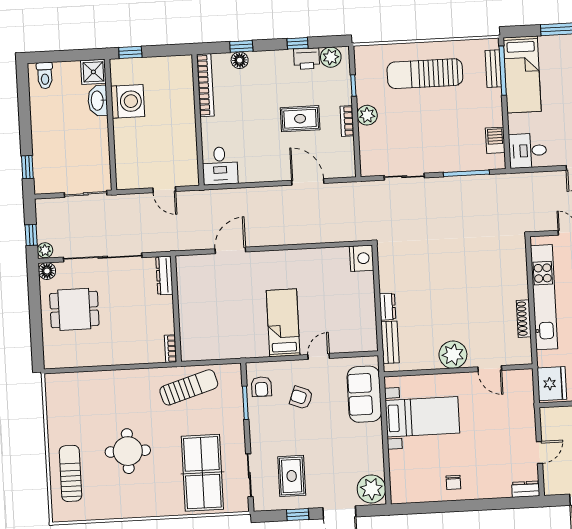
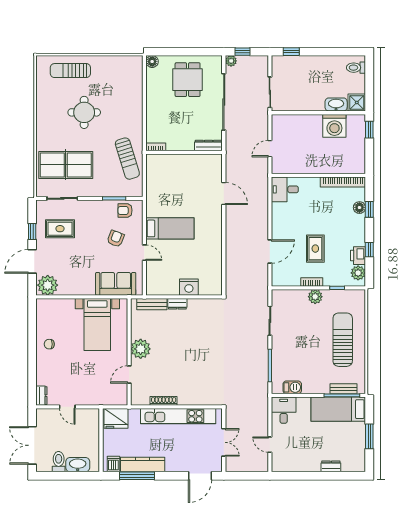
nightstand: (362, 258) -> (189, 287), moved
floor lamp: (47, 271) -> (152, 62), moved
sun lounger: (71, 473) -> (70, 71), turned 180

